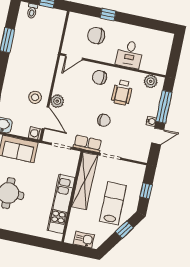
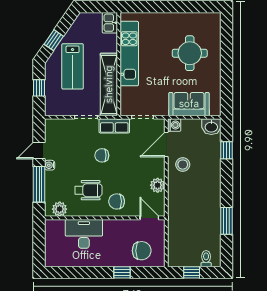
chair: (96, 35) -> (142, 251), moved
desk: (130, 54) -> (84, 234), width x1.37
door: (74, 57) -> (149, 218), hinge flipped
chair: (99, 77) -> (117, 201), turned 180
wheelchair: (122, 92) -> (88, 190), turned 90
plant: (57, 101) -> (158, 185), moved
door: (46, 118) -> (166, 145), hinge flipped
kitchen sink: (84, 240) -> (110, 23), moved, turned 90

